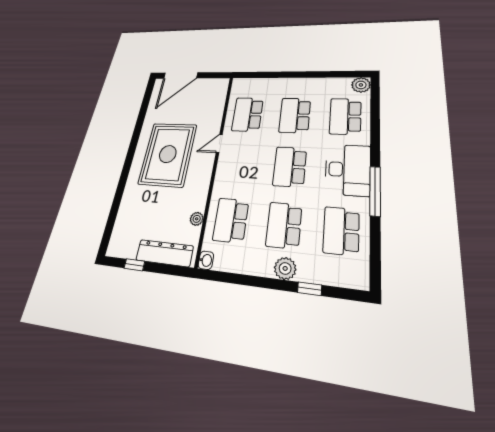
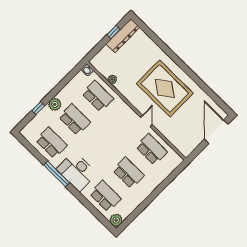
school desk: (290, 167) -> (101, 146), removed
dresser: (164, 253) -> (123, 36), moved

